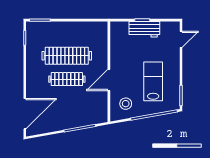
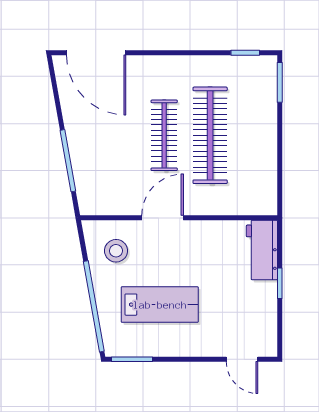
workbench: (144, 29) -> (262, 250), moved
door: (109, 80) -> (163, 218), hinge flipped

